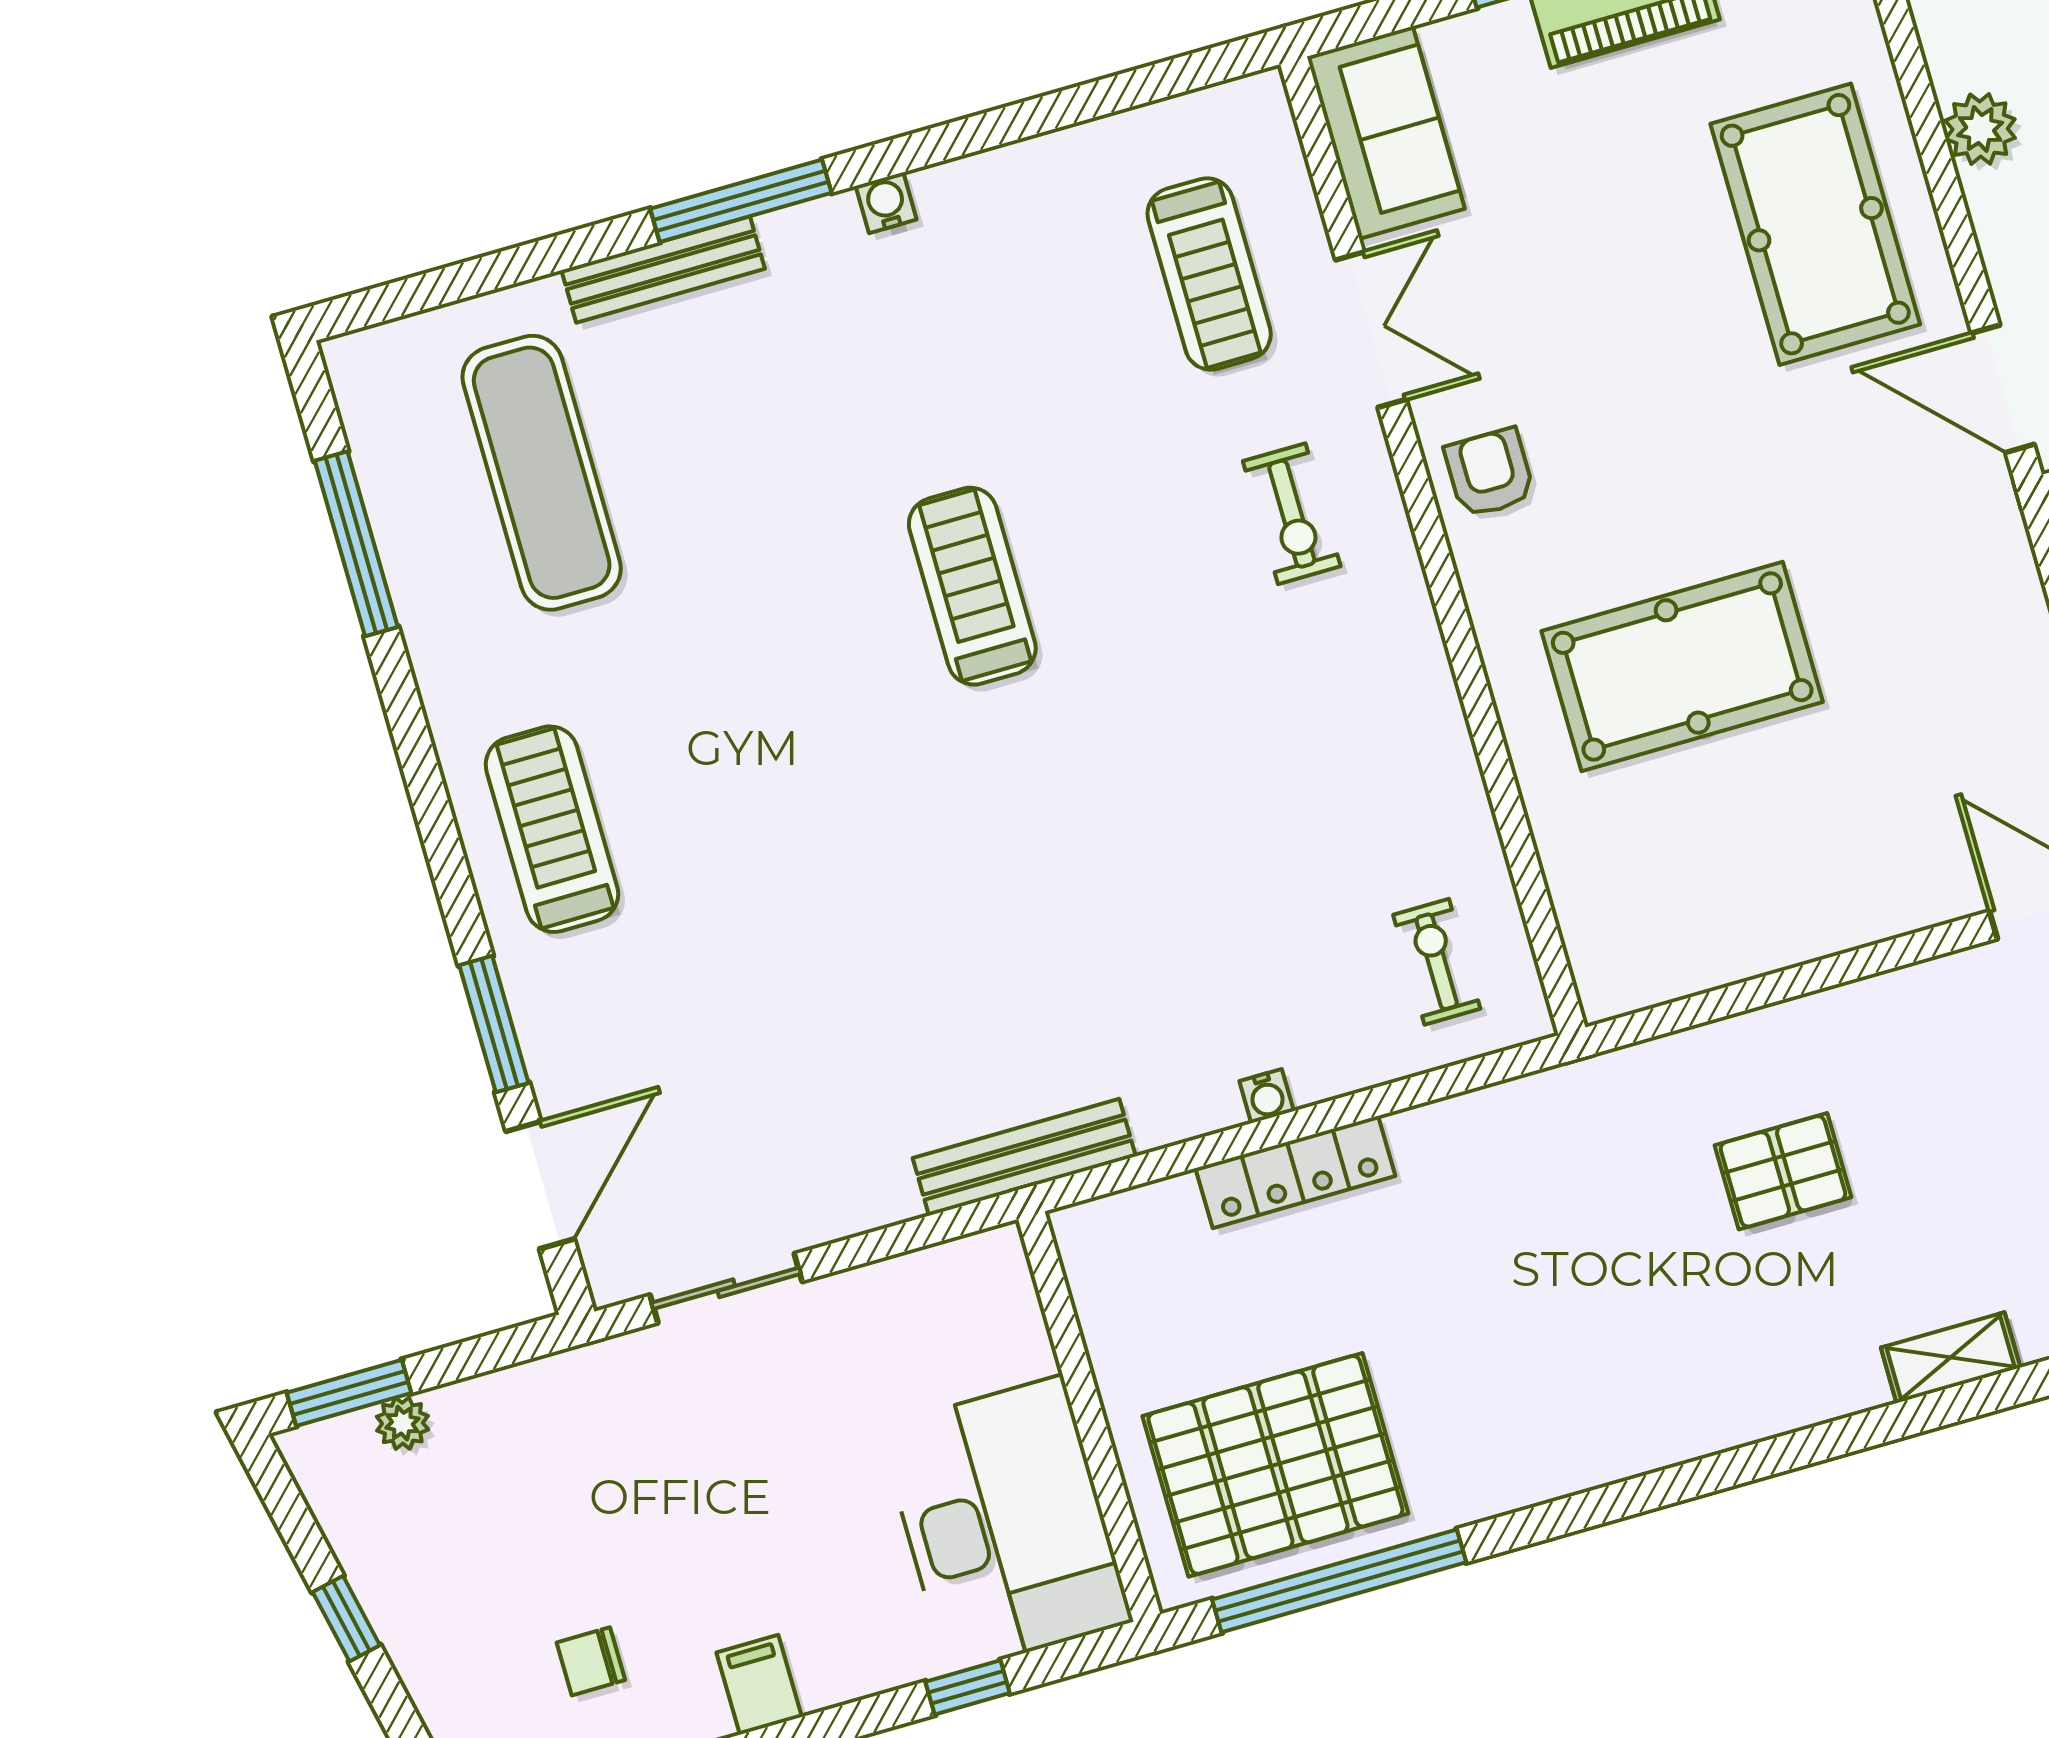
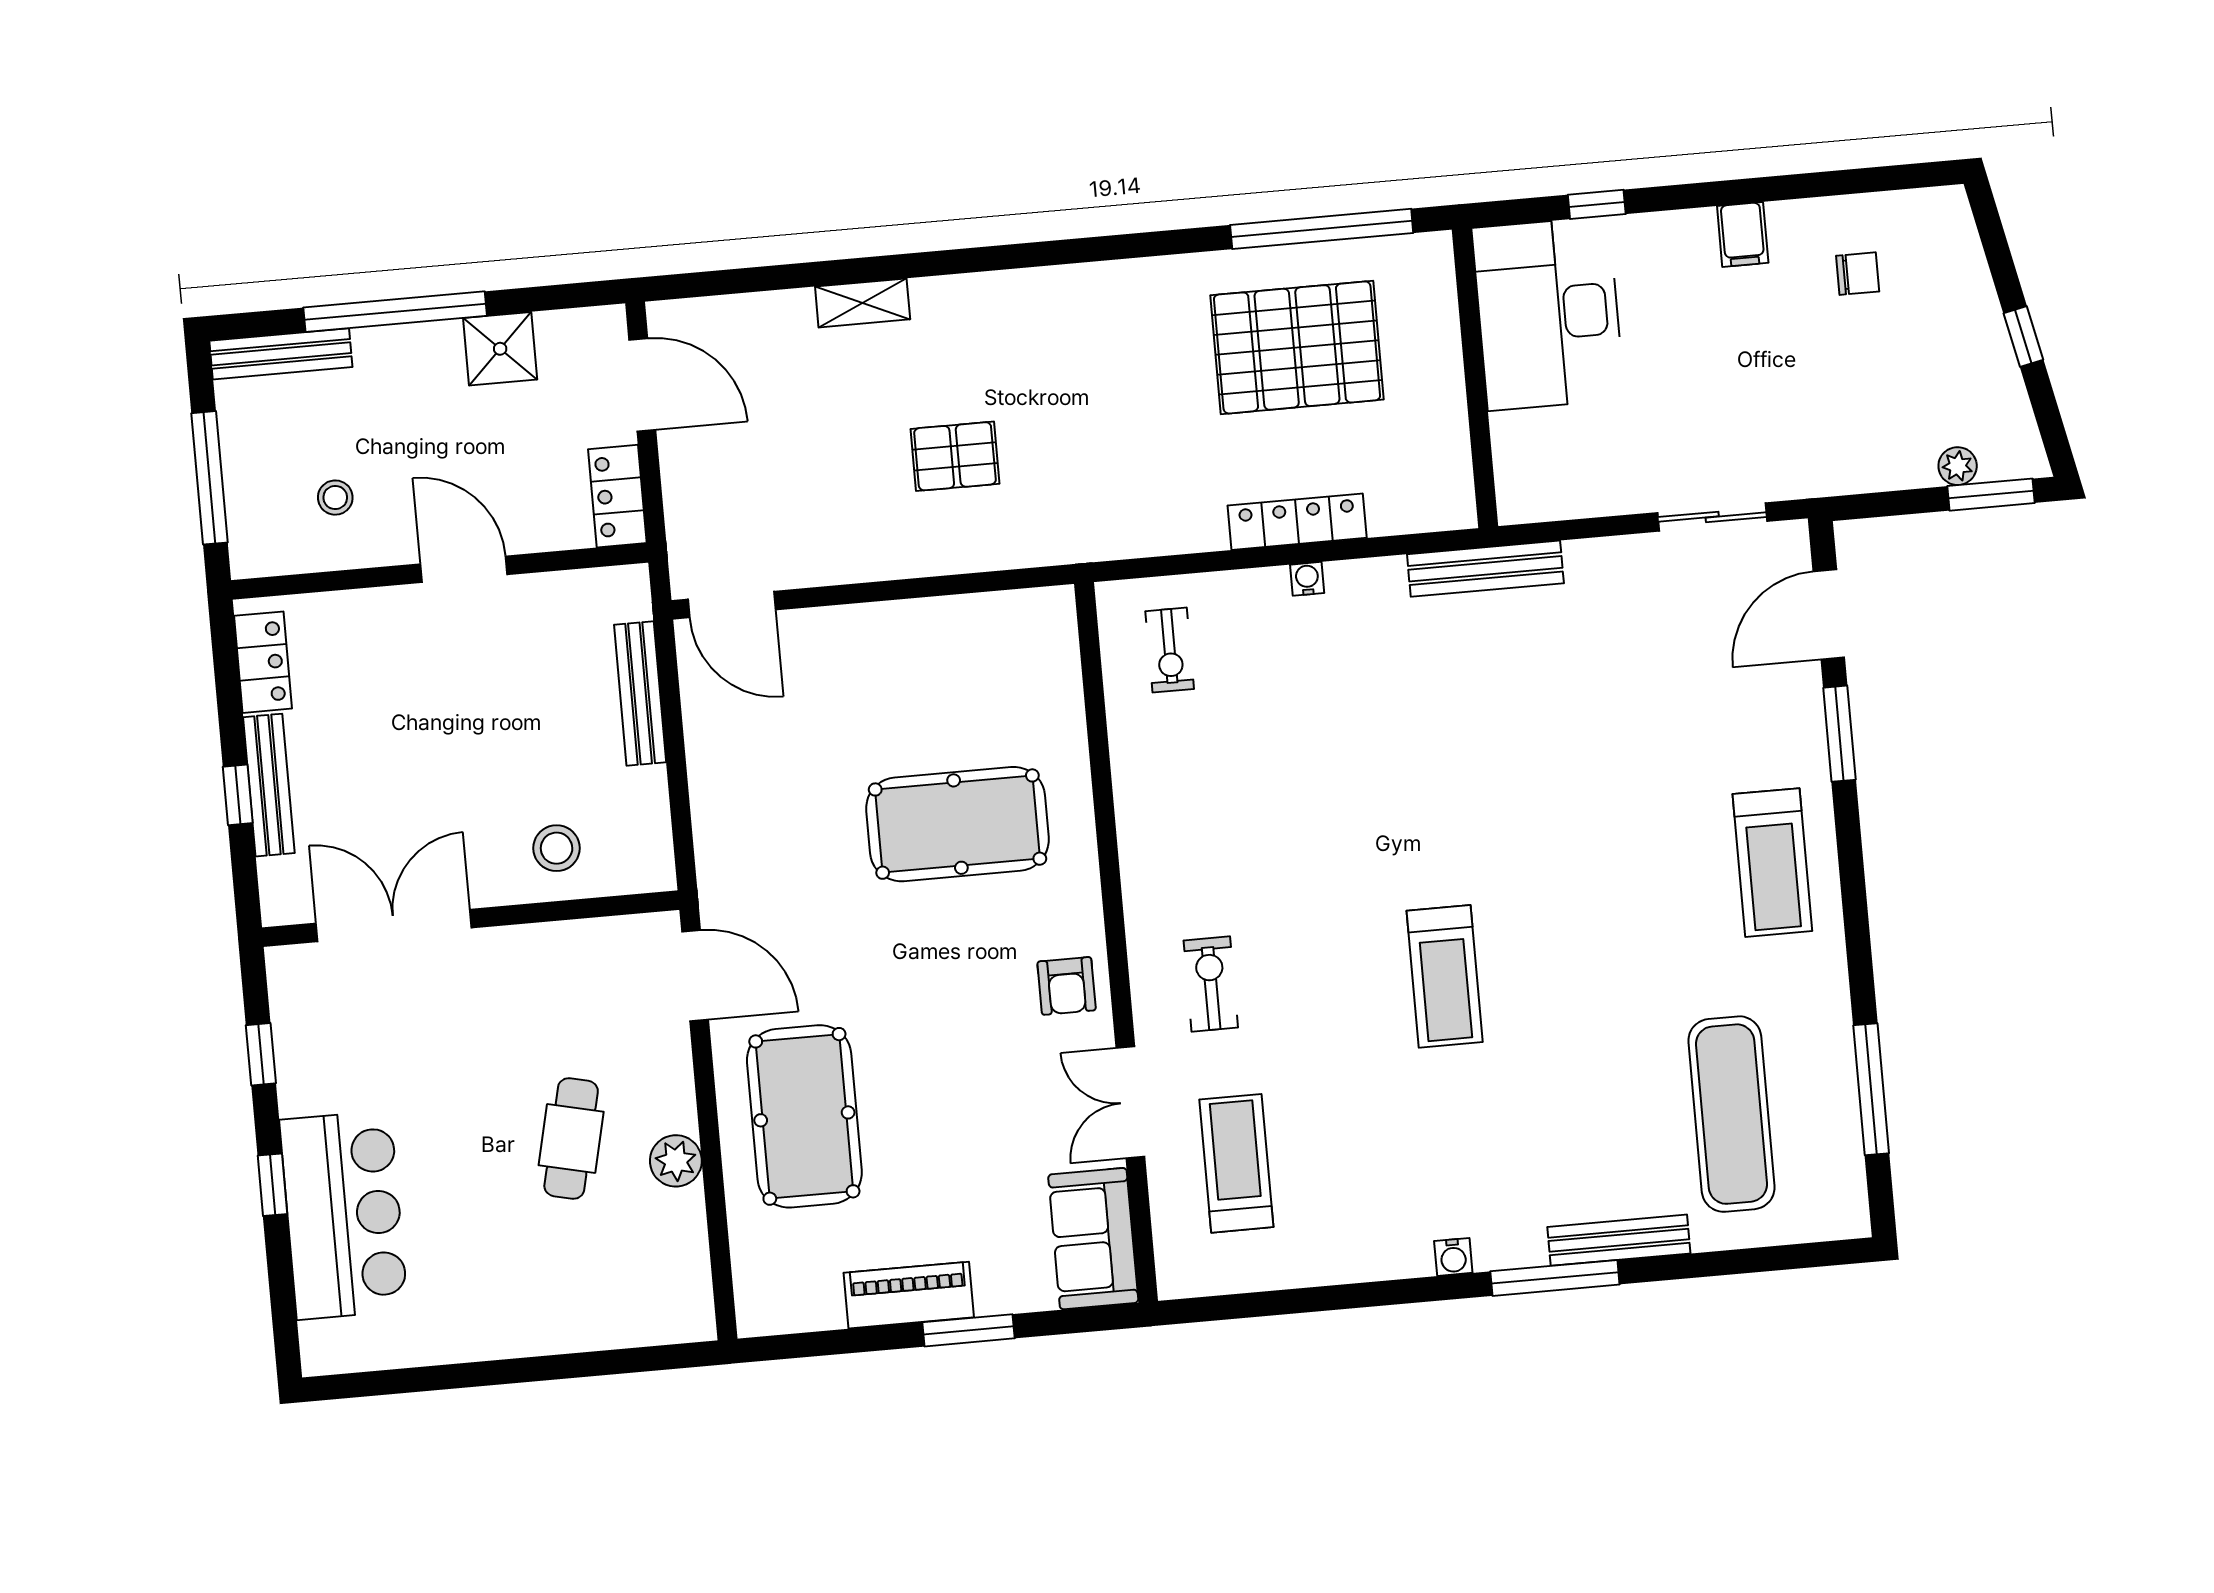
pallet: (1275, 1465) -> (1297, 347), moved

